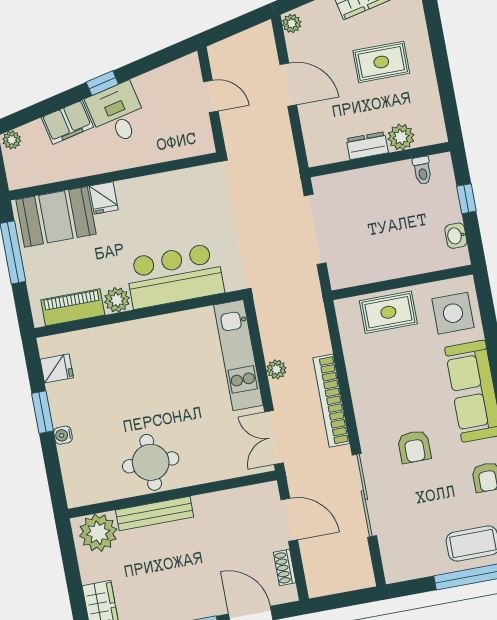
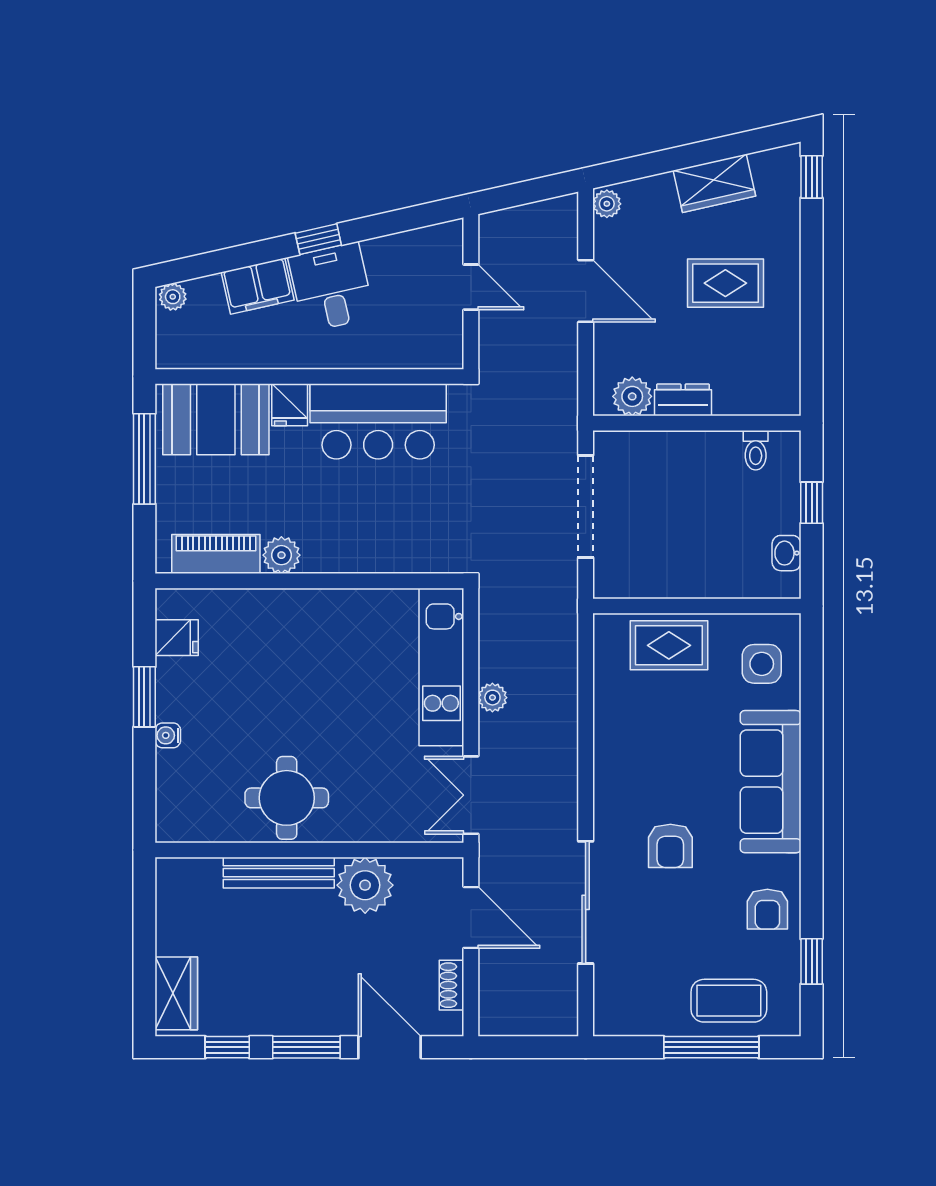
plant: (401, 137) -> (632, 396), moved
bar counter: (175, 276) -> (378, 421), moved, turned 180
side table: (453, 313) -> (762, 664), width x0.73, depth x0.73
bookcase: (331, 401) -> (563, 757), removed
plant: (98, 533) -> (365, 885), moved

